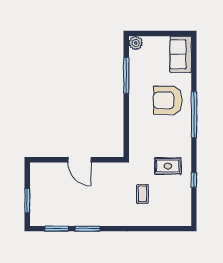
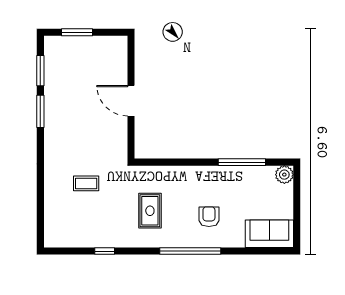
armchair: (168, 100) -> (209, 217), width x0.53, depth x0.53
door: (79, 160) -> (131, 101), hinge flipped
rug: (168, 166) -> (150, 211), moved

